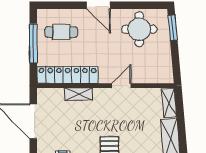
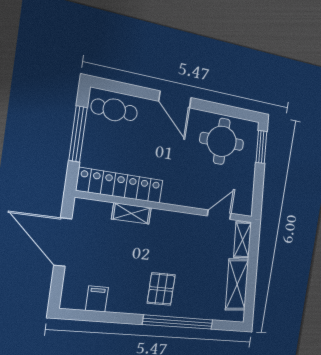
cafe table: (61, 32) -> (114, 110), moved
door: (121, 86) -> (219, 215), moved

